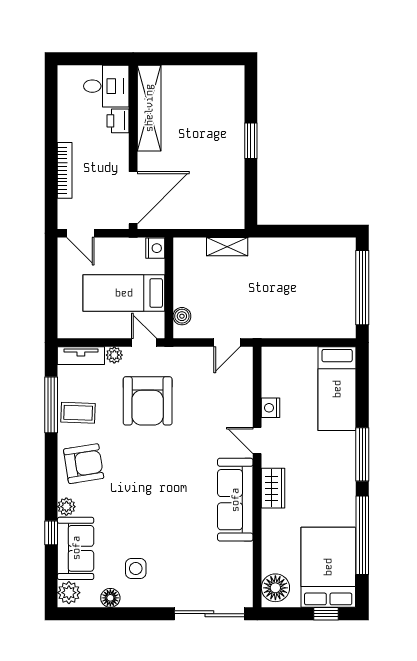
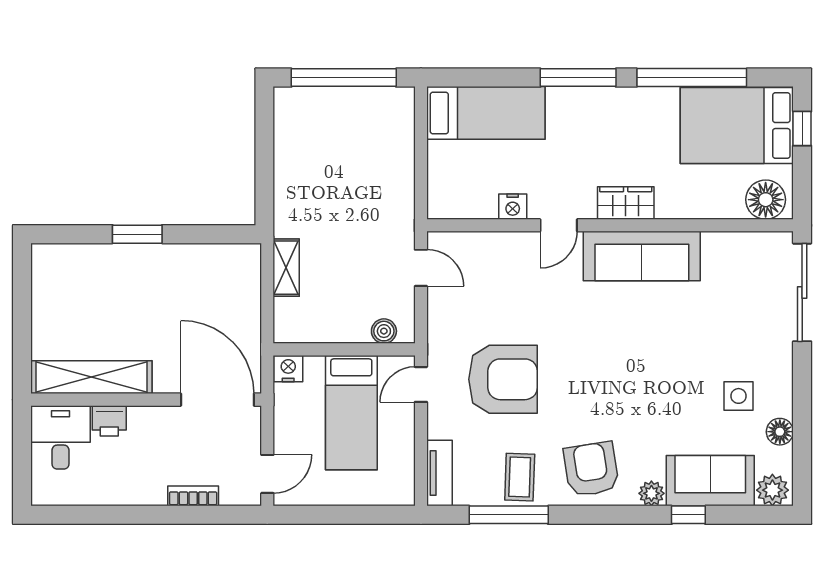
bookcase: (65, 170) -> (193, 496), width x0.64
plant: (114, 355) -> (439, 426), removed

